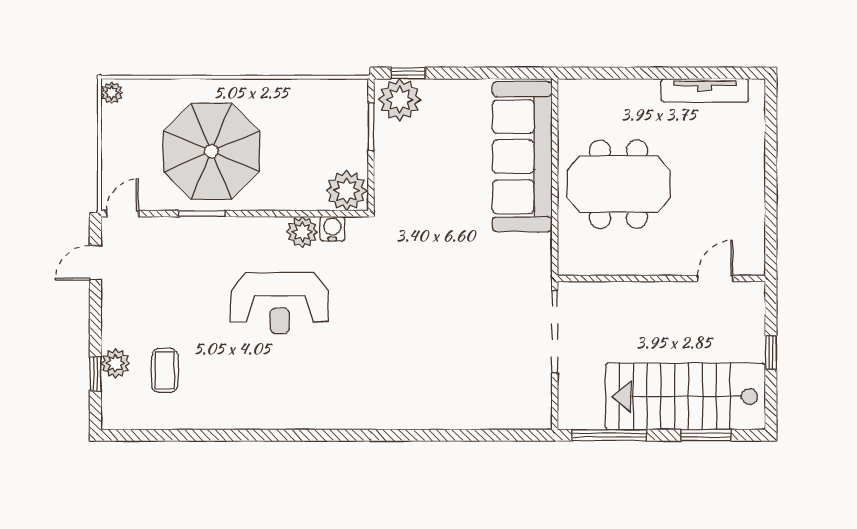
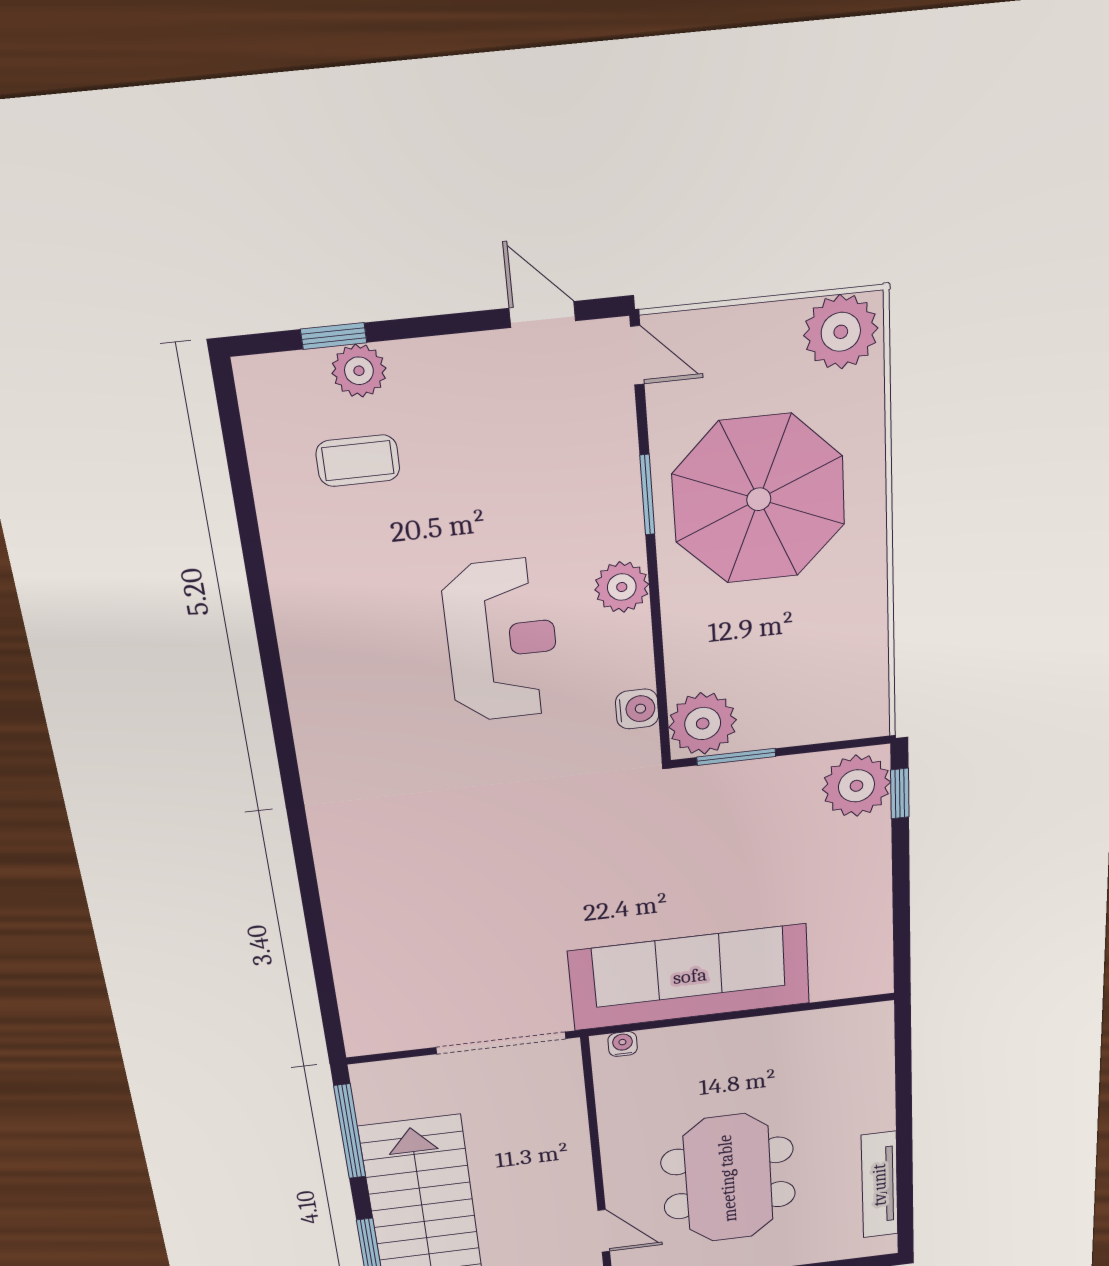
plant: (112, 93) -> (841, 332), width x1.87, depth x1.87
window: (371, 127) -> (736, 757), moved
sofa: (522, 157) -> (690, 977), moved
meeting table: (618, 184) -> (728, 1178), moved
plant: (302, 232) -> (622, 587), moved
water cooler: (567, 255) -> (623, 1044), added
reception desk: (280, 303) -> (502, 640), turned 180

